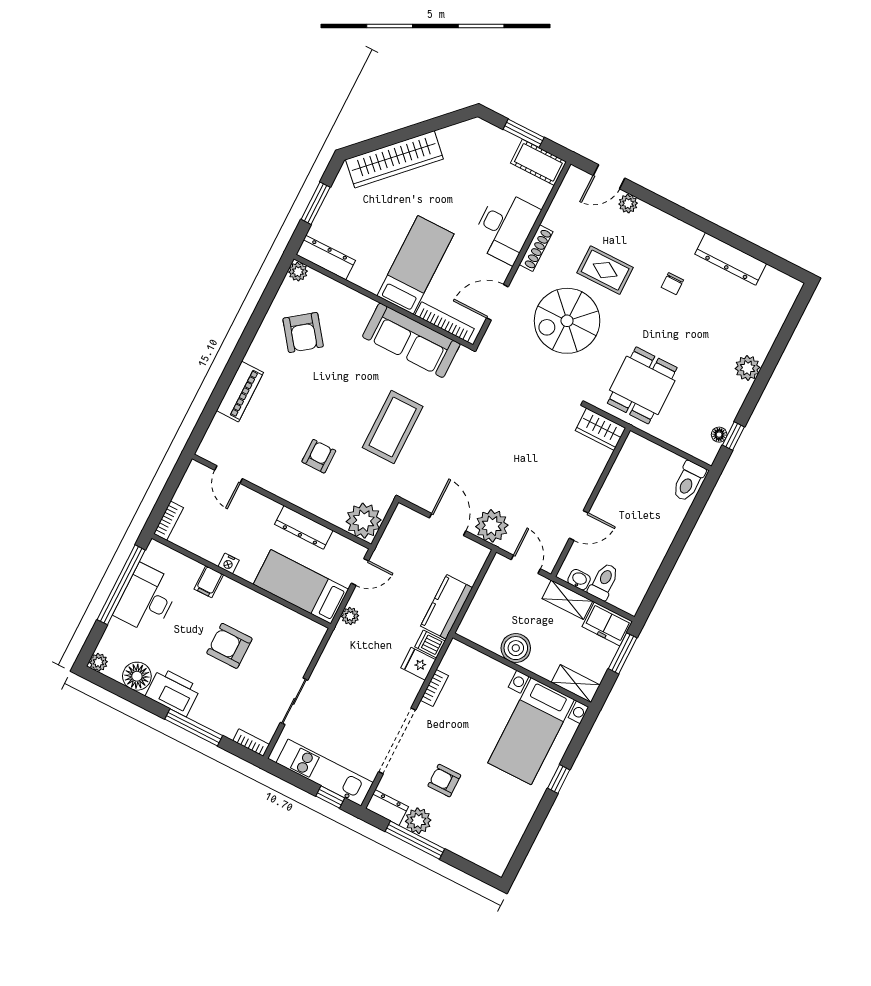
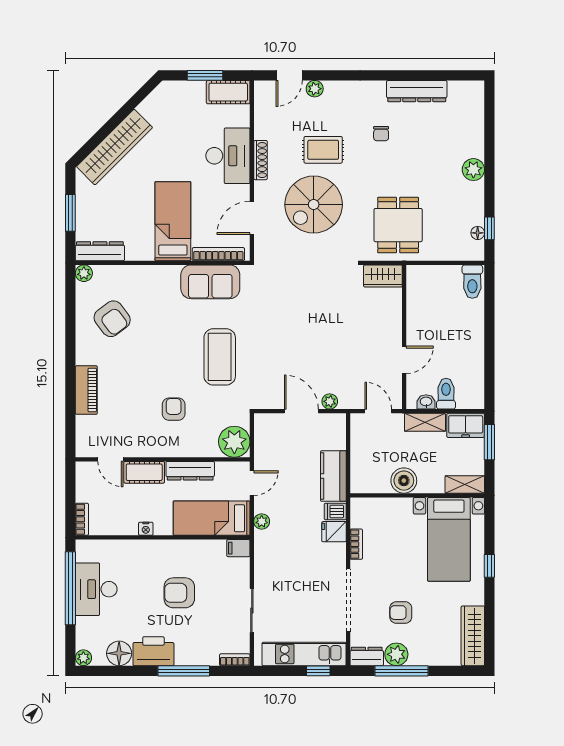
sofa: (411, 340) -> (210, 282), width x0.73
cot: (256, 505) -> (144, 472), added
plant: (492, 526) -> (330, 401), width x0.53, depth x0.53
filing cabinet: (209, 582) -> (238, 548), moved, turned 90
wardrobe: (506, 842) -> (473, 636), added

